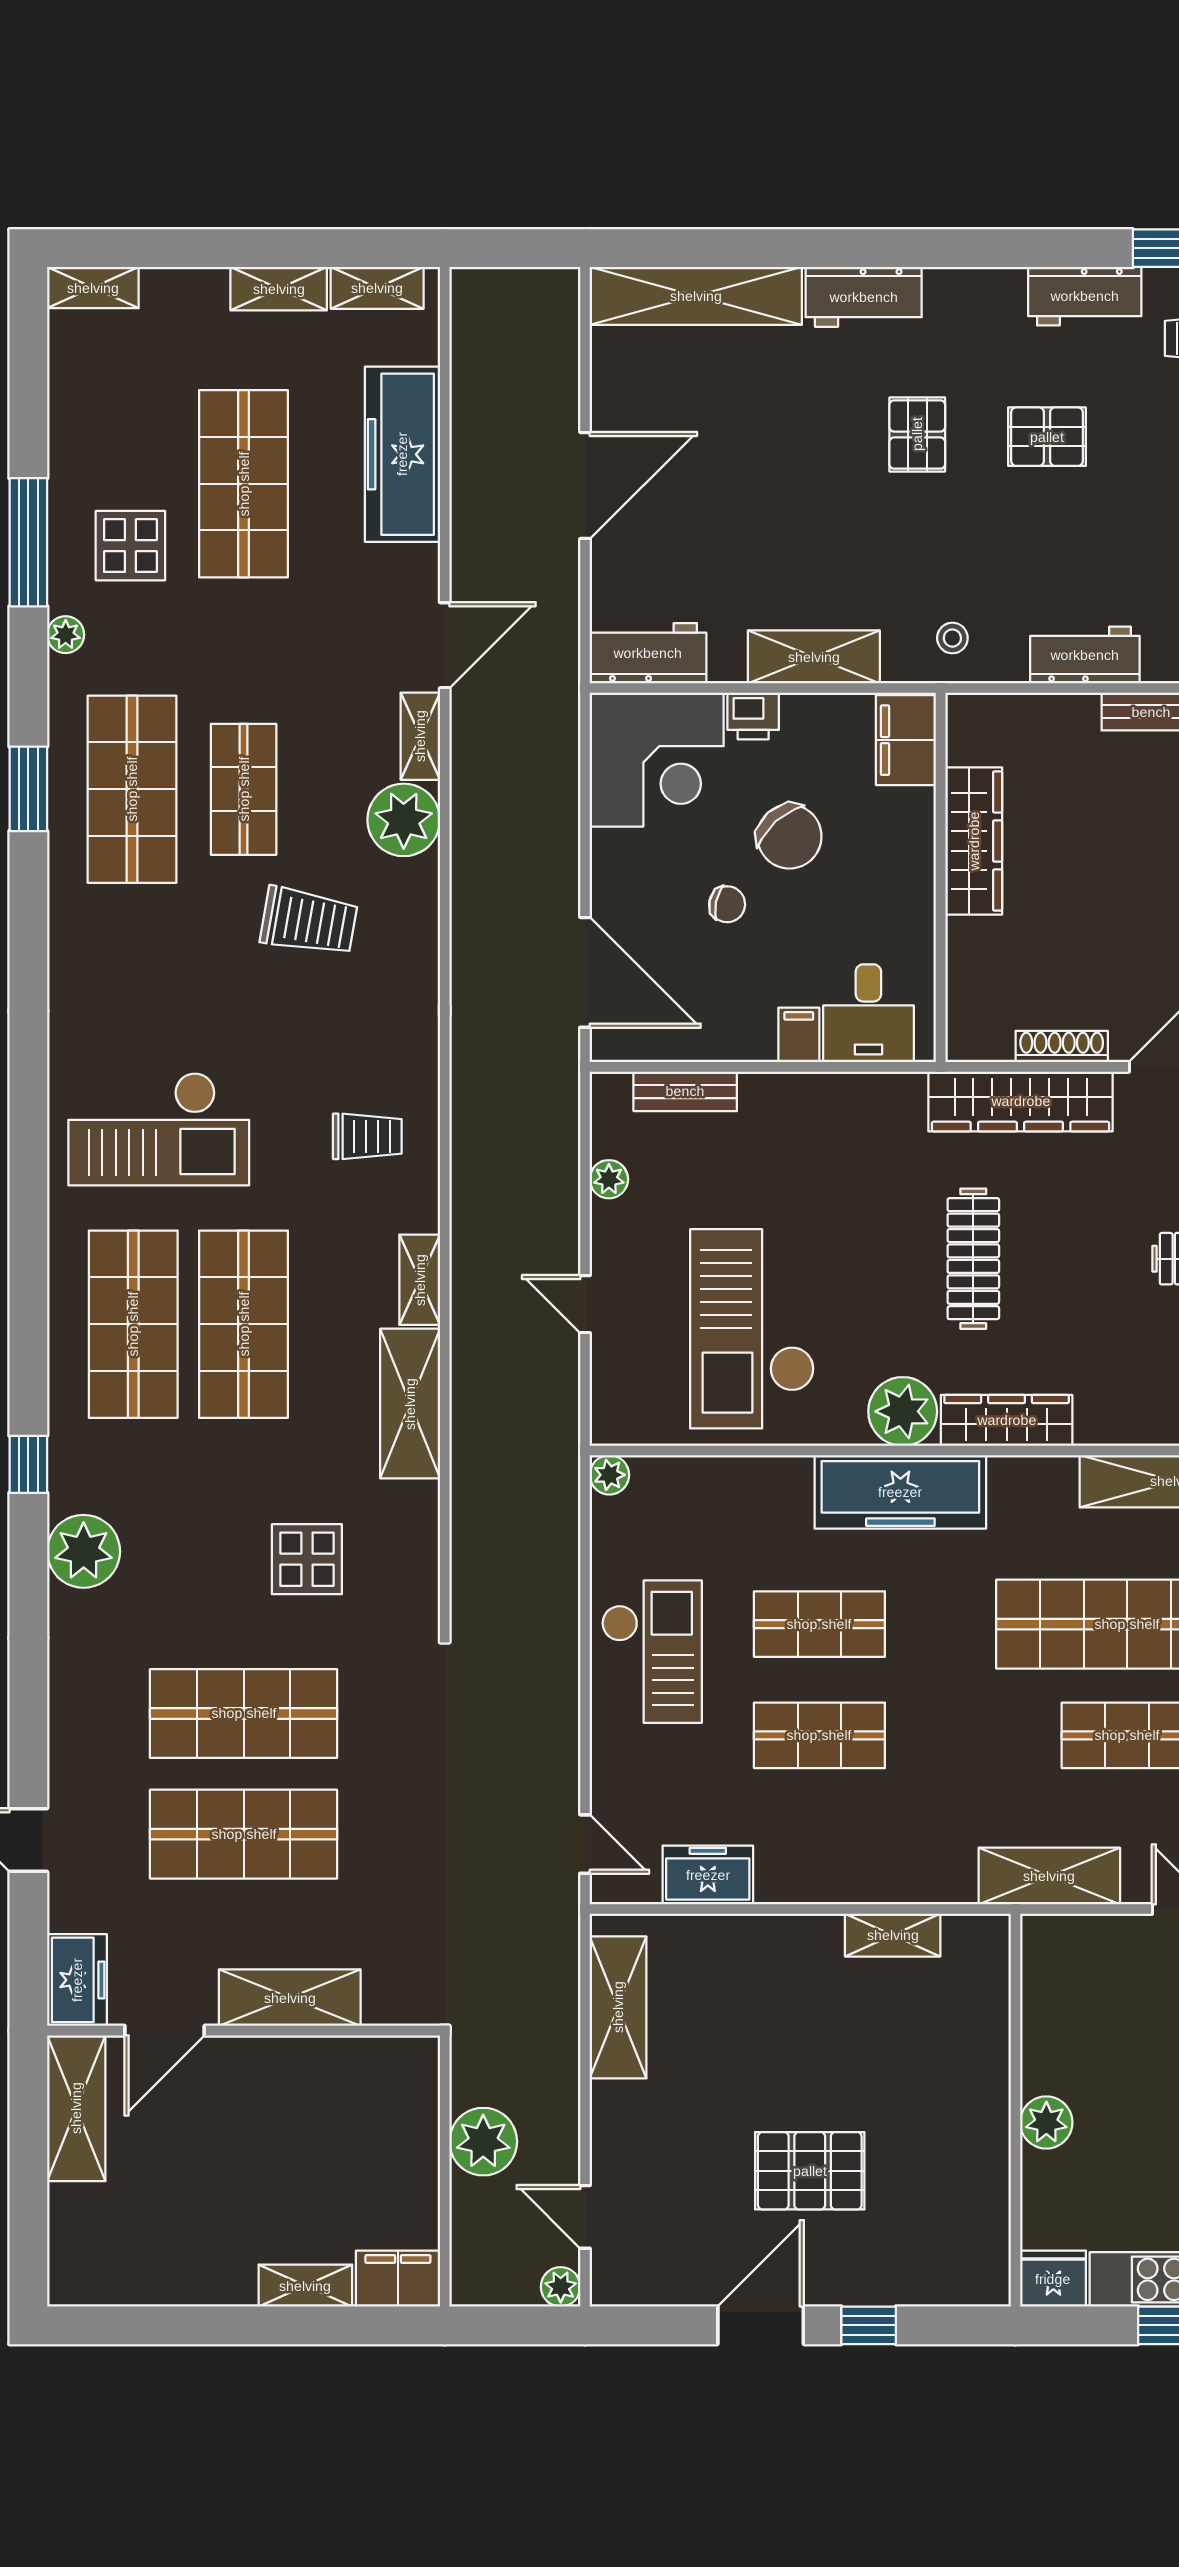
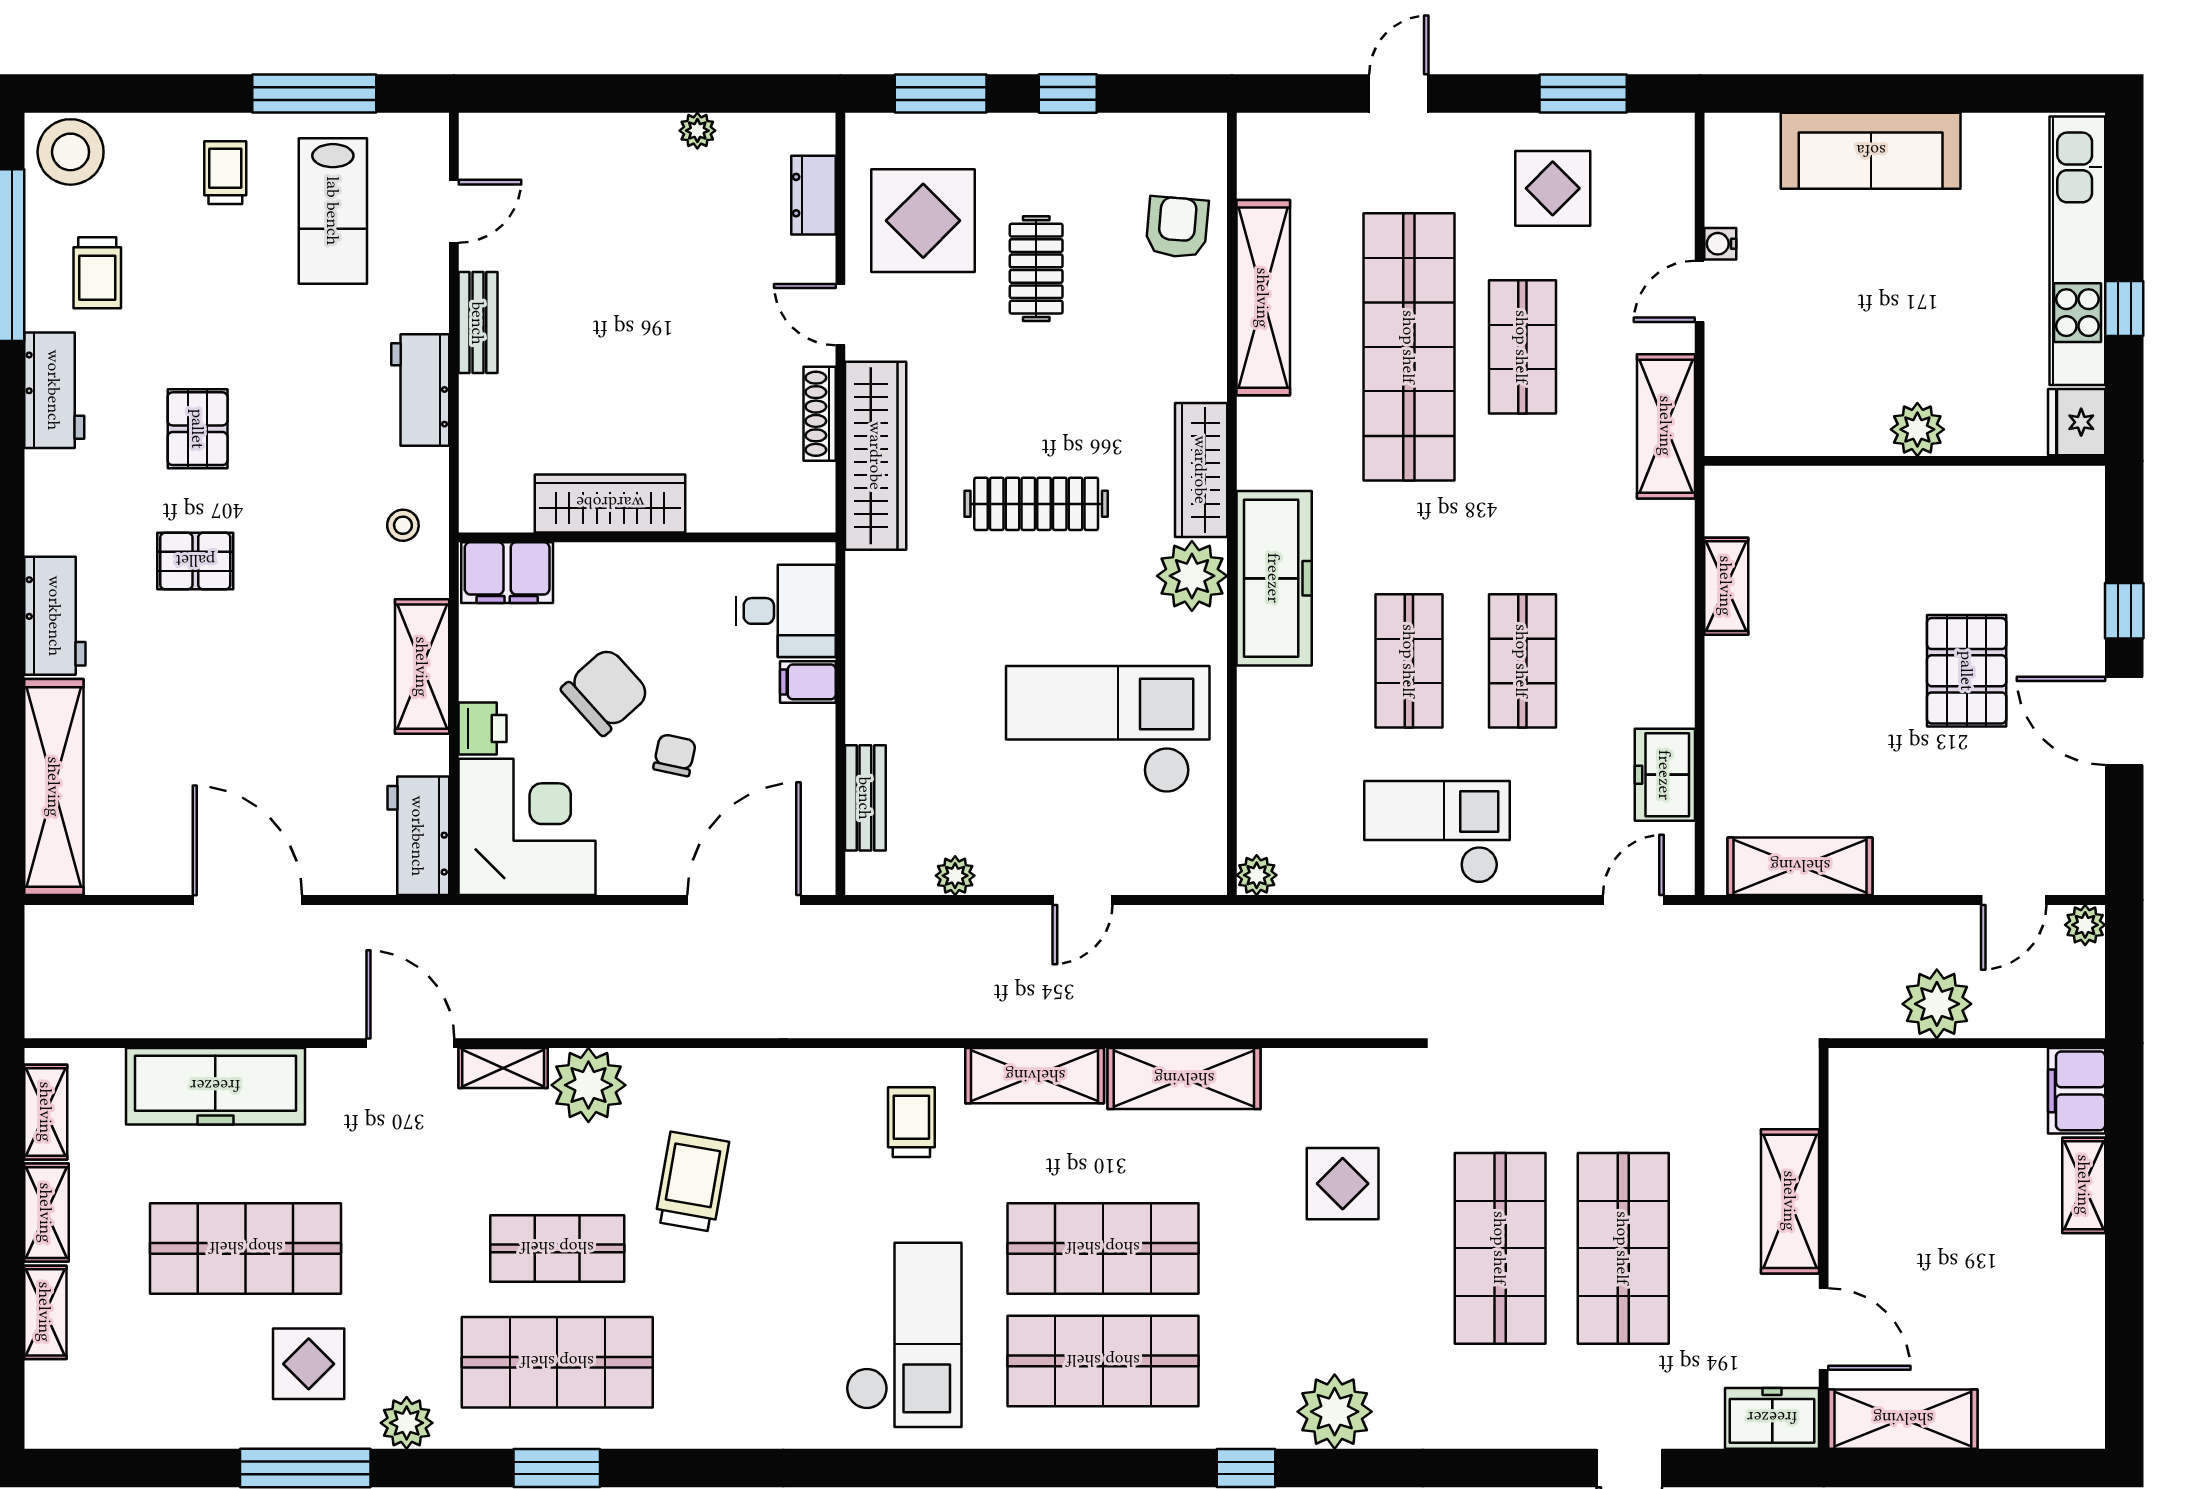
shelving: (93, 288) -> (45, 1312), moved
plant: (66, 635) -> (407, 1423), width x1.38, depth x1.38
shelving: (420, 1280) -> (1035, 1076), width x1.50, depth x1.33
checkout: (752, 1329) -> (1108, 729), turned 180

